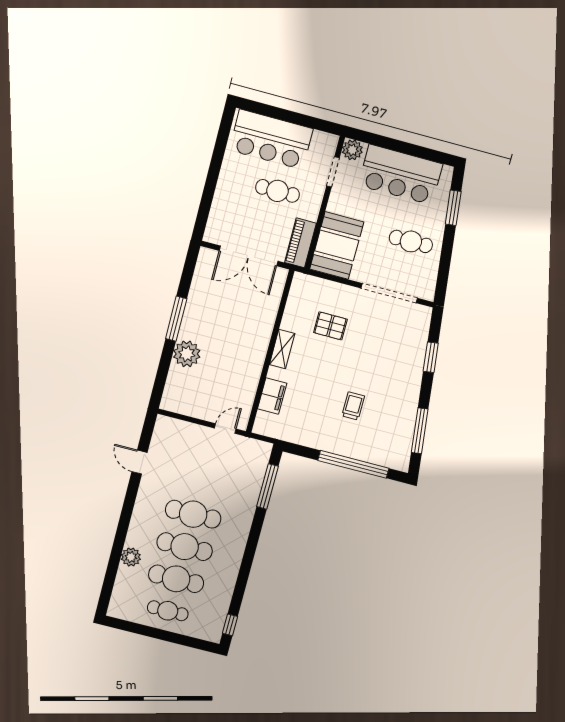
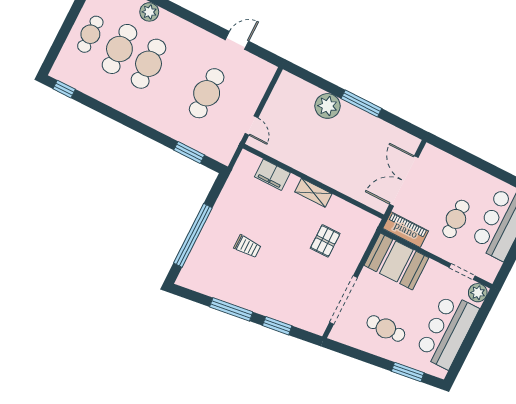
cafe table: (411, 241) -> (386, 328), turned 90
window: (420, 431) -> (231, 309), moved
window: (267, 486) -> (189, 152), width x0.69
cafe table: (193, 514) -> (207, 93), moved

